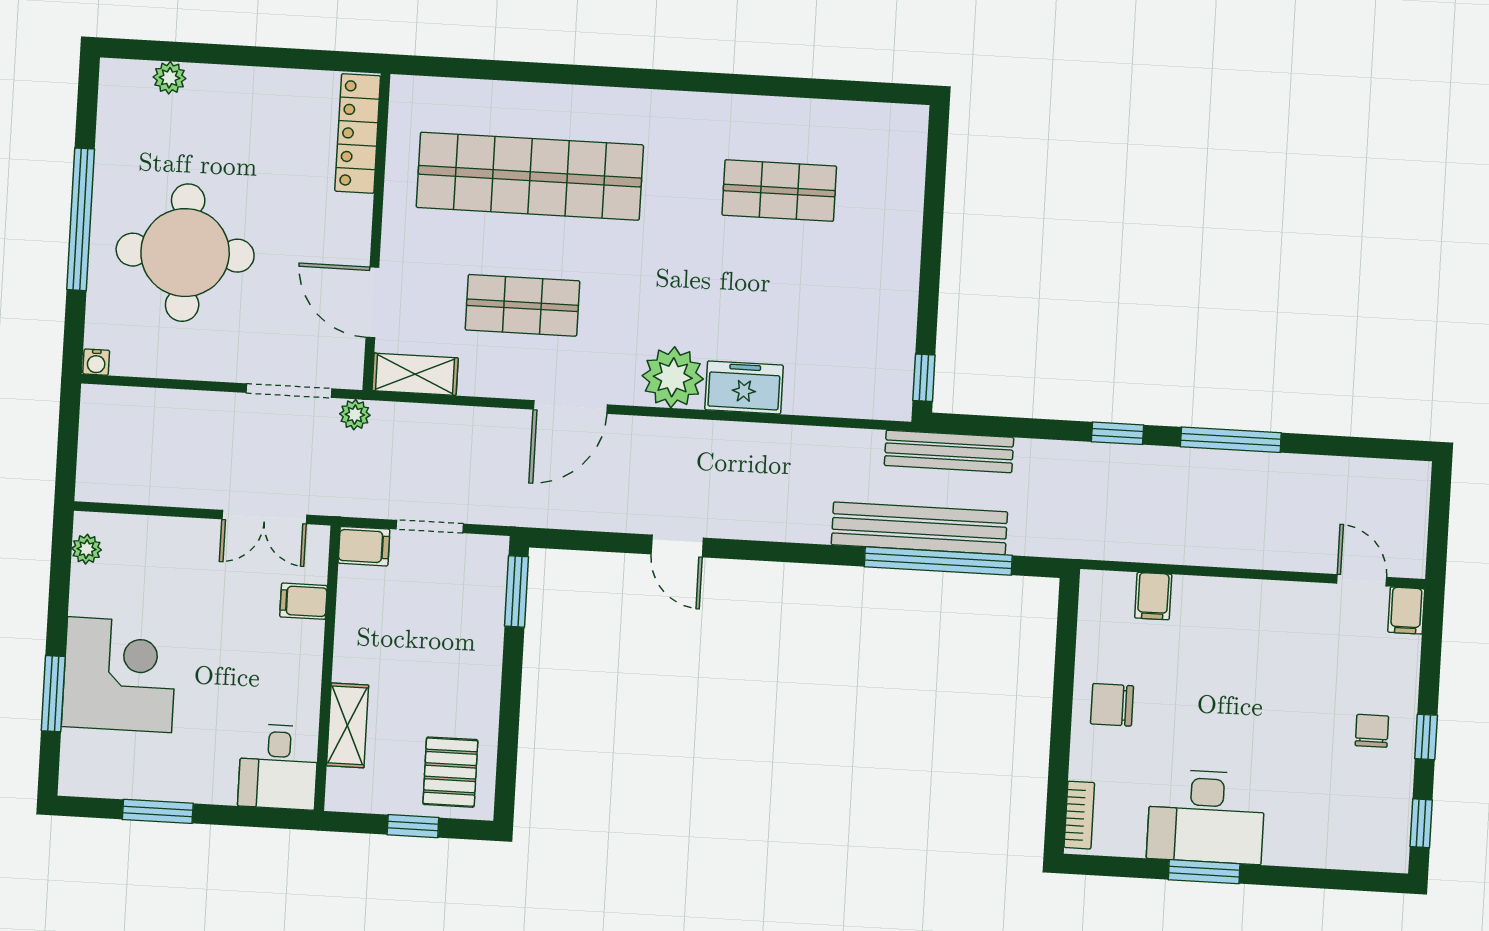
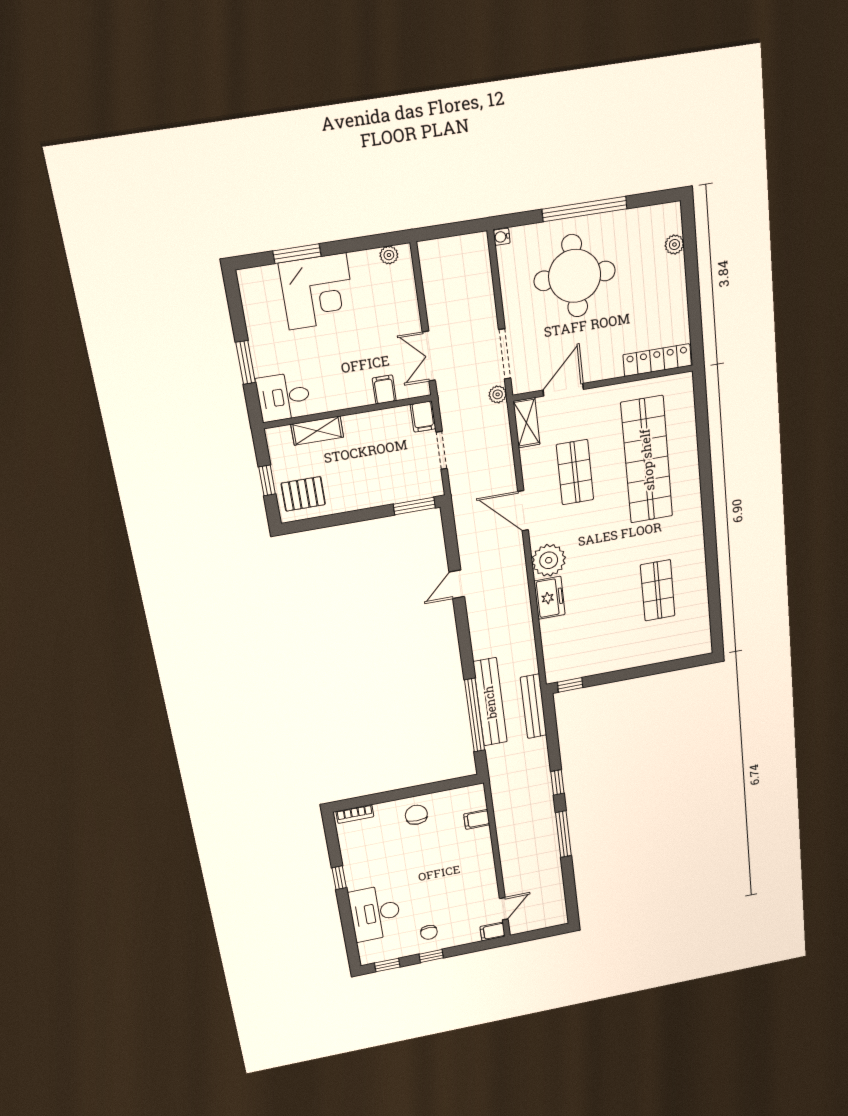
chair: (1372, 731) -> (429, 932), turned 90
window: (158, 811) -> (246, 362), moved
desk: (1206, 817) -> (375, 913), moved
window: (1204, 872) -> (339, 878), width x0.67

